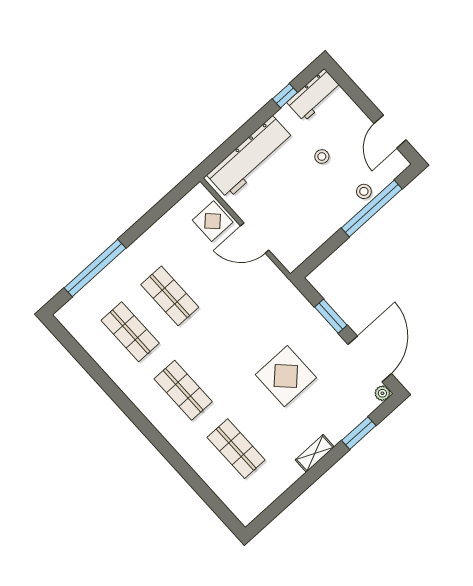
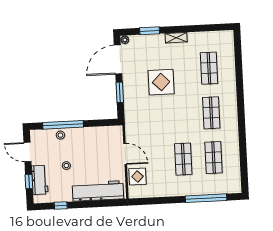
window: (355, 93) -> (29, 181), added
workbench: (314, 95) -> (40, 180), moved, turned 90
door: (390, 132) -> (27, 152), swing flipped

